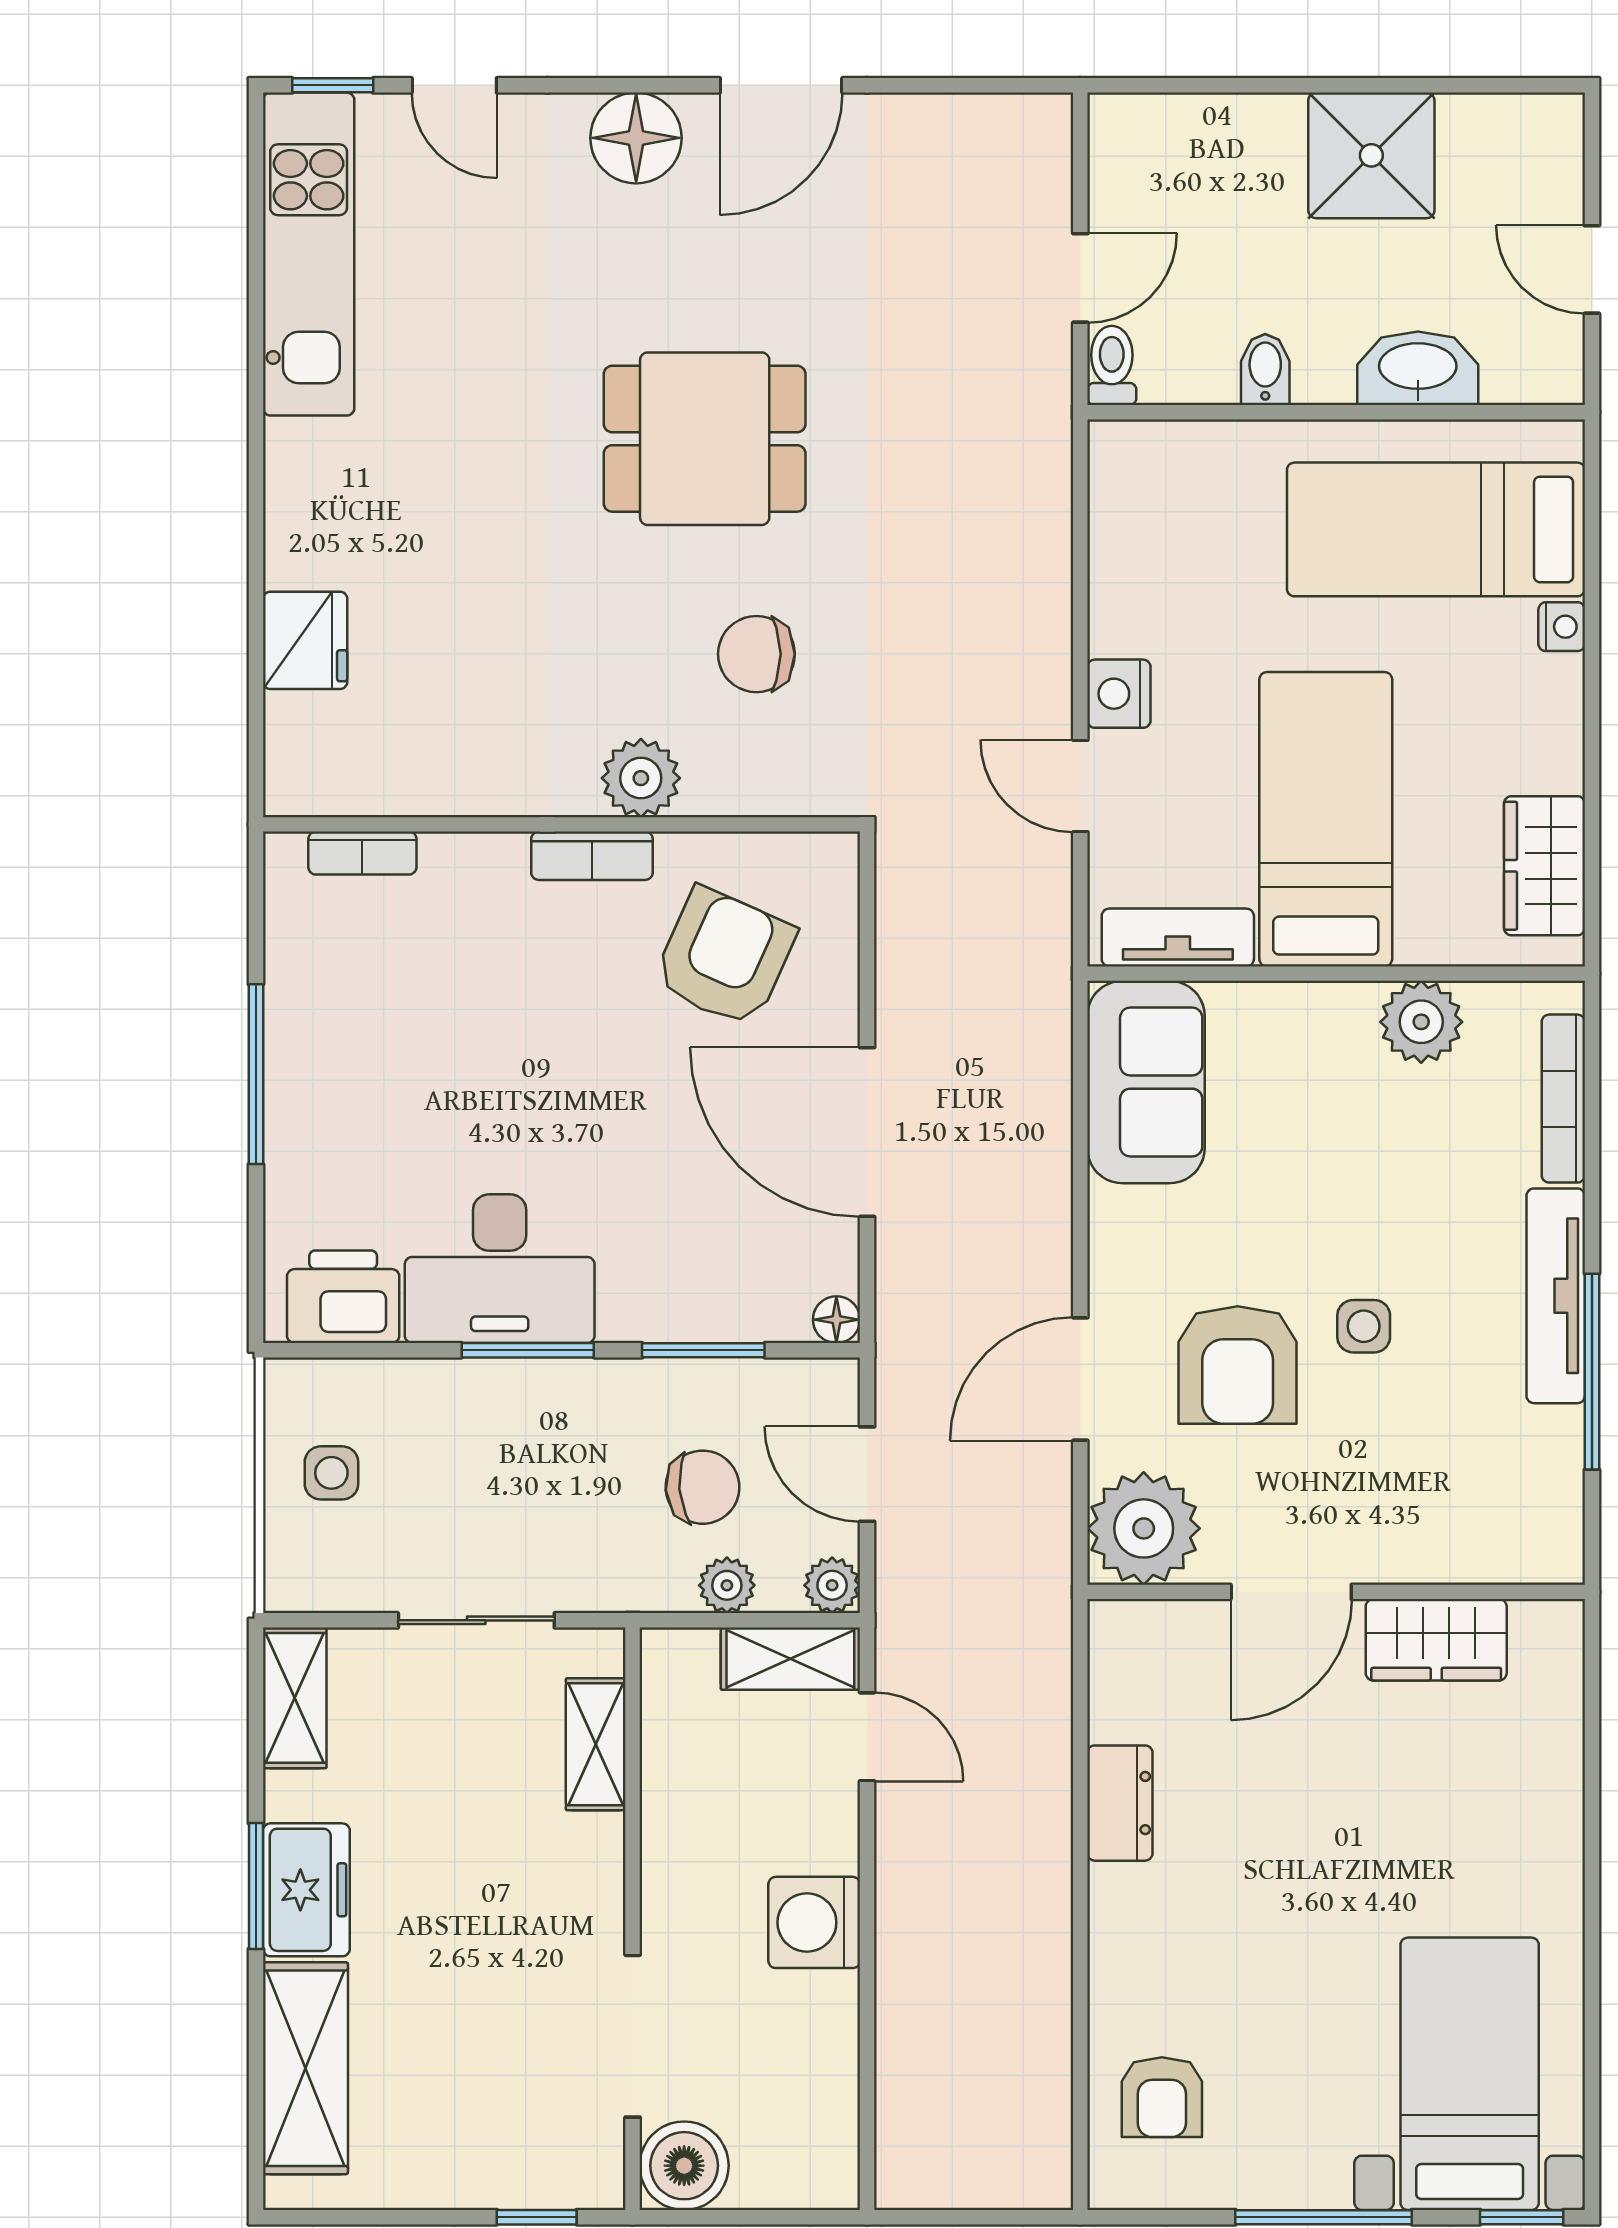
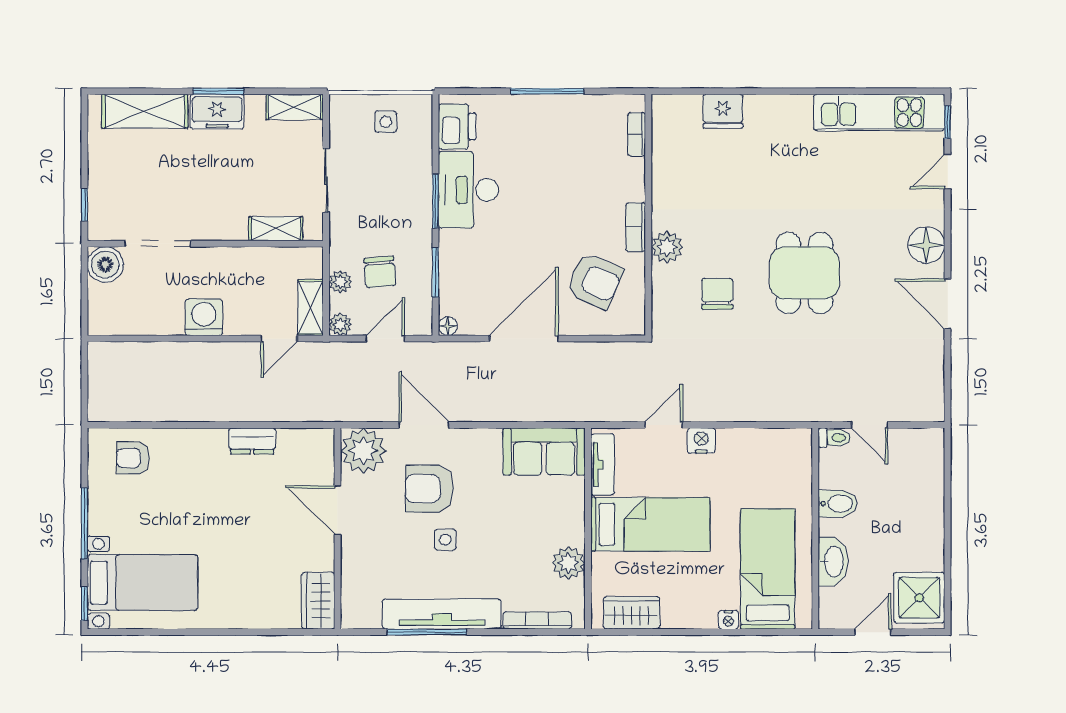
shower: (1371, 155) -> (919, 598), moved
bidet: (1265, 370) -> (838, 504), width x1.38, depth x1.36
tv unit: (1556, 1296) -> (442, 614), width x1.36, depth x1.29
wardrobe: (1436, 1640) -> (318, 601), moved

